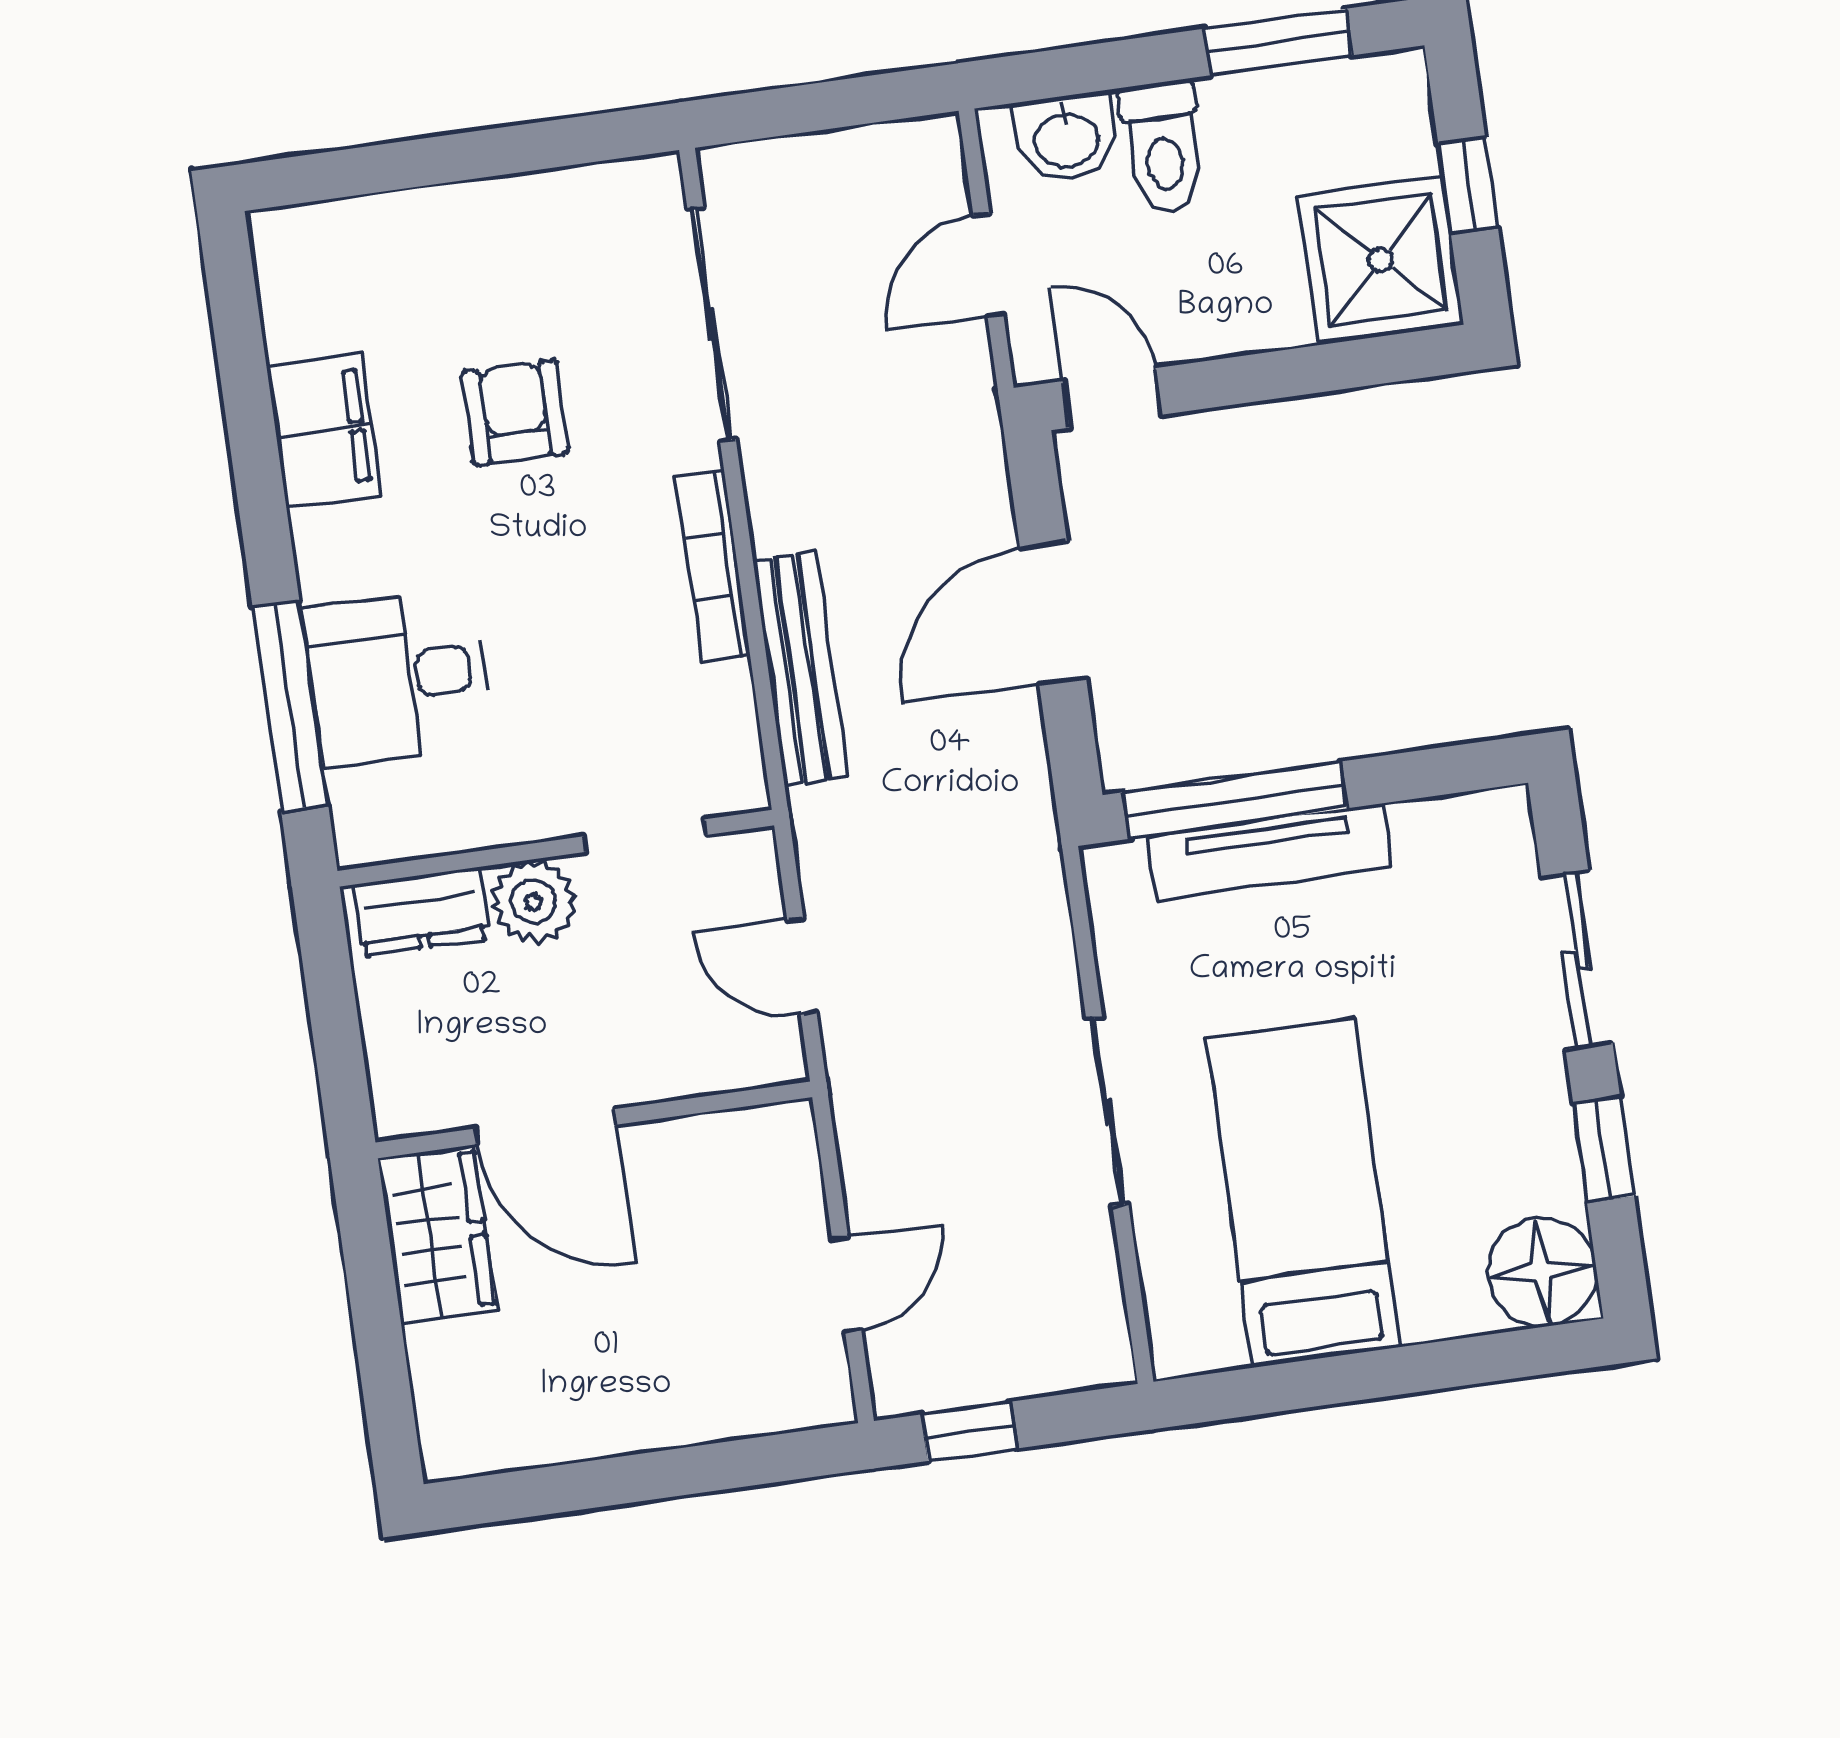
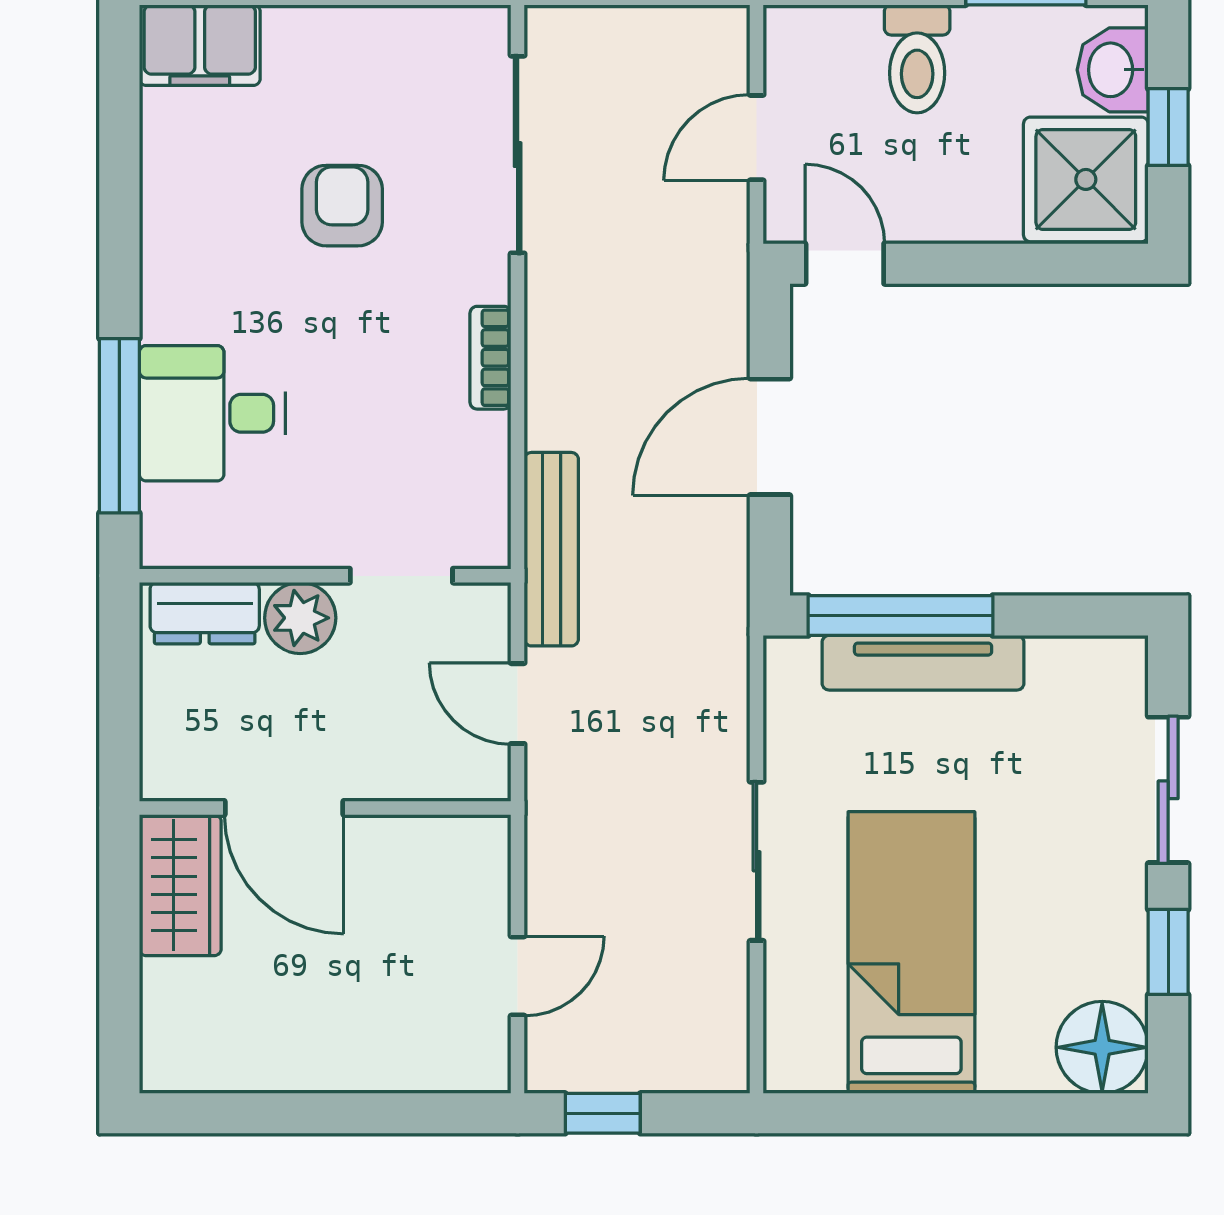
washbasin: (1066, 138) -> (1113, 70), moved, turned 90
filing cabinet: (323, 431) -> (200, 45), moved, turned 90
bookcase: (713, 566) -> (490, 358), width x0.64
bench: (800, 668) -> (551, 549), moved

